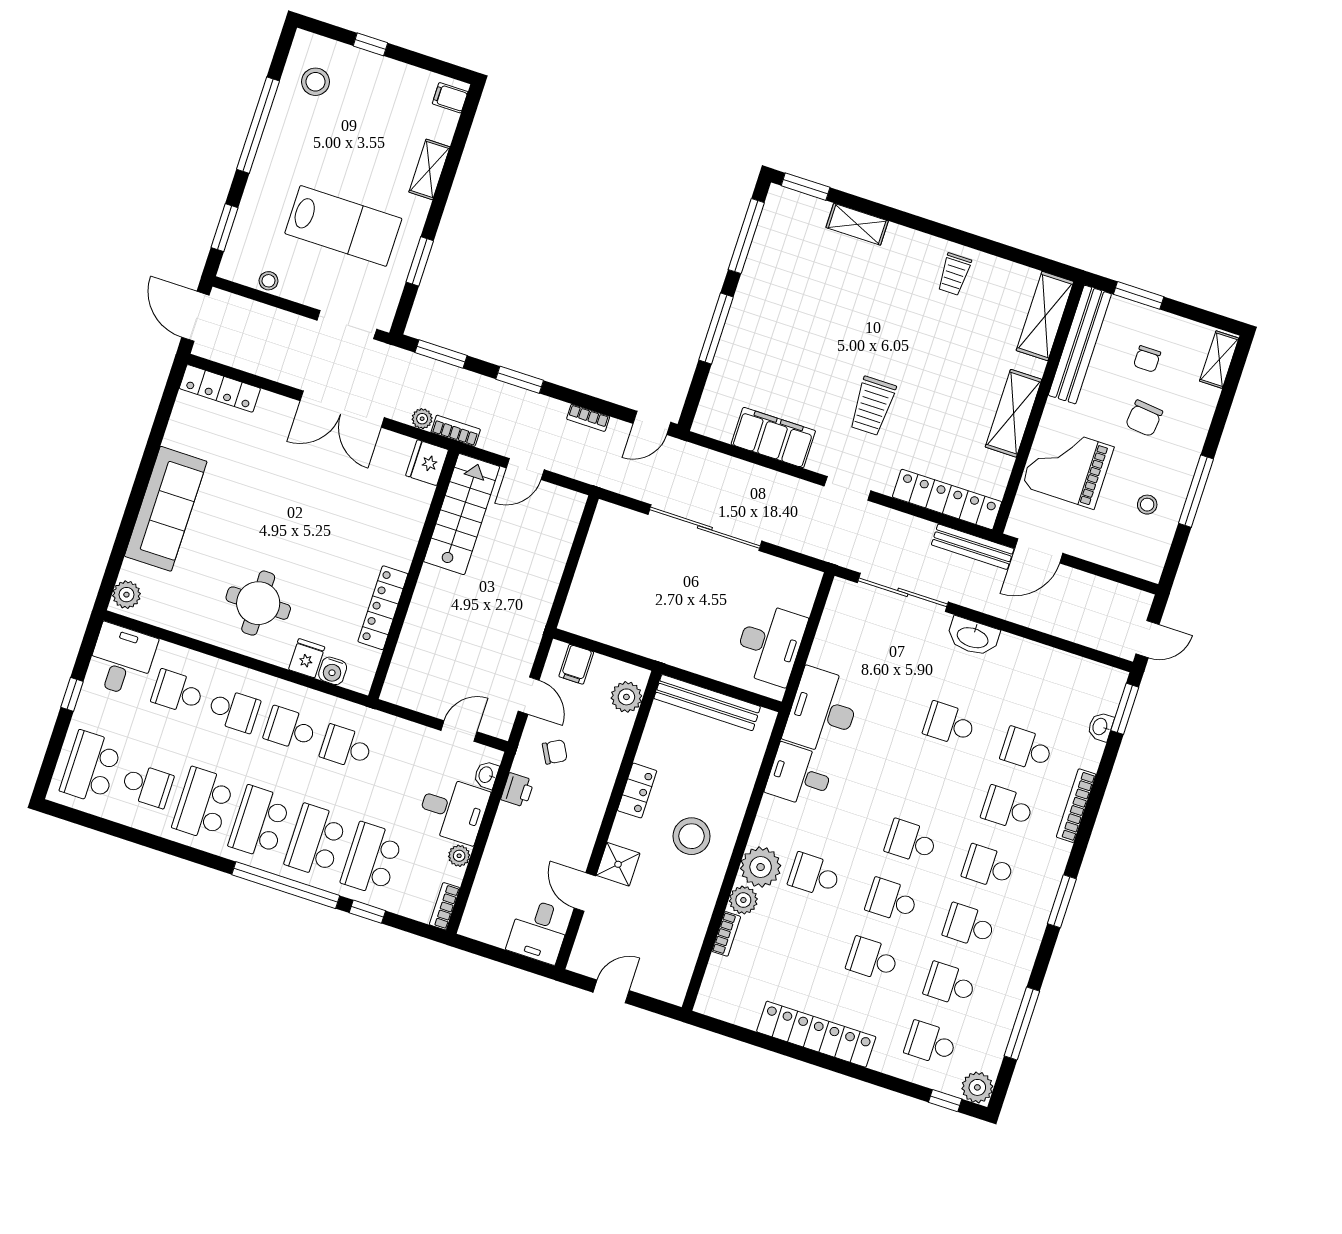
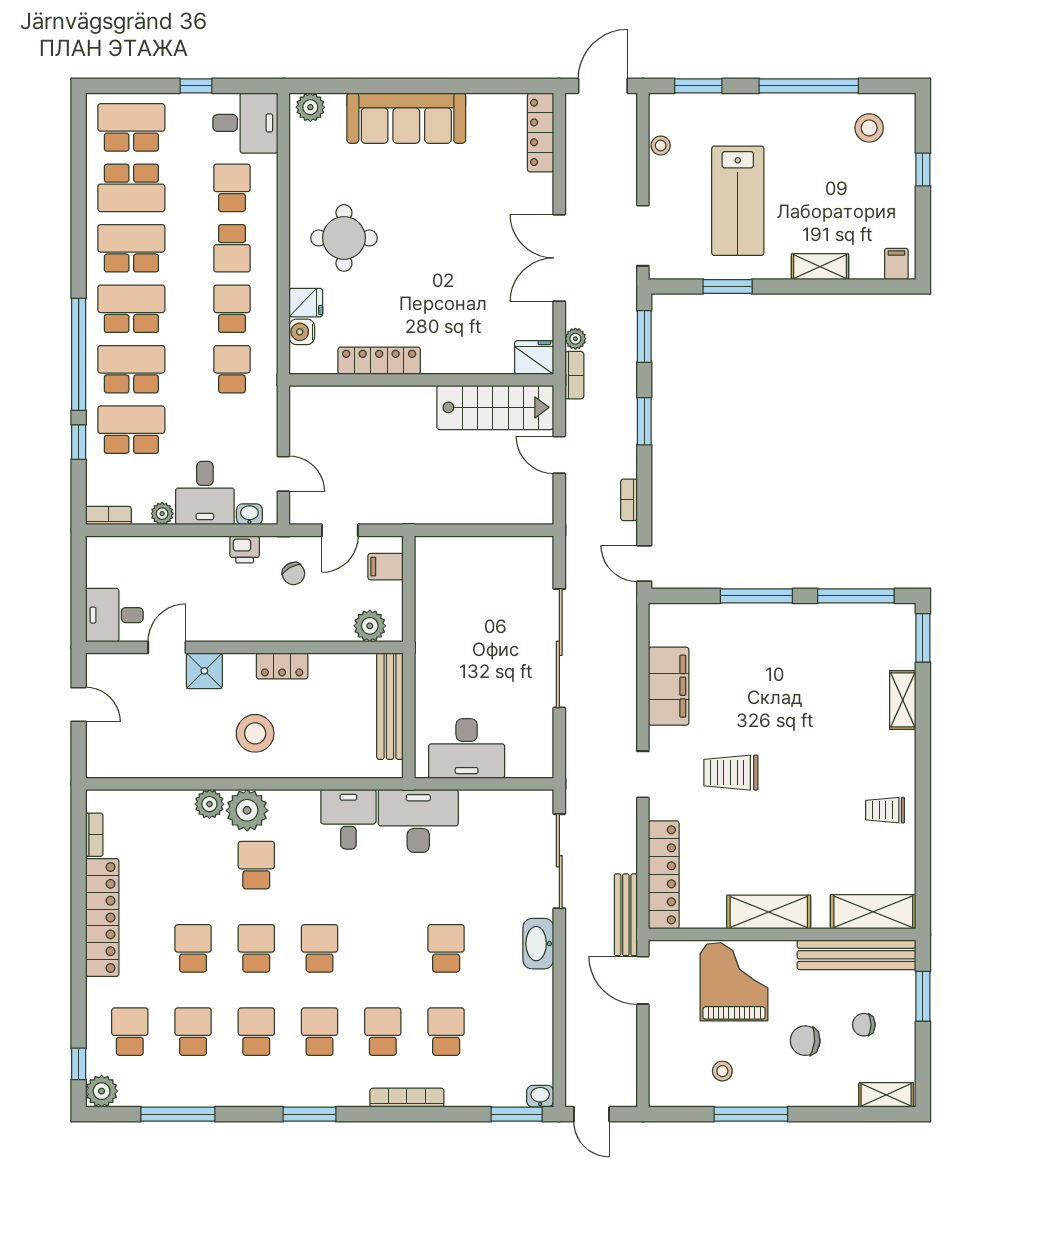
washbasin: (1100, 727) -> (540, 1096), moved
school desk: (147, 785) -> (131, 188), width x1.85
bookcase: (726, 934) -> (94, 835), moved, turned -90

